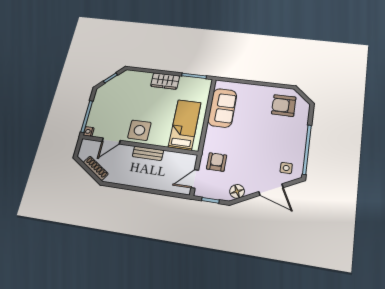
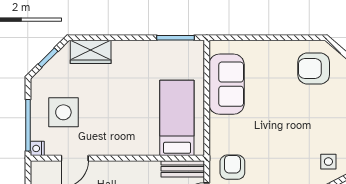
wardrobe: (165, 81) -> (91, 52), moved
side table: (139, 130) -> (63, 112), moved
bench: (148, 153) -> (183, 169), moved

